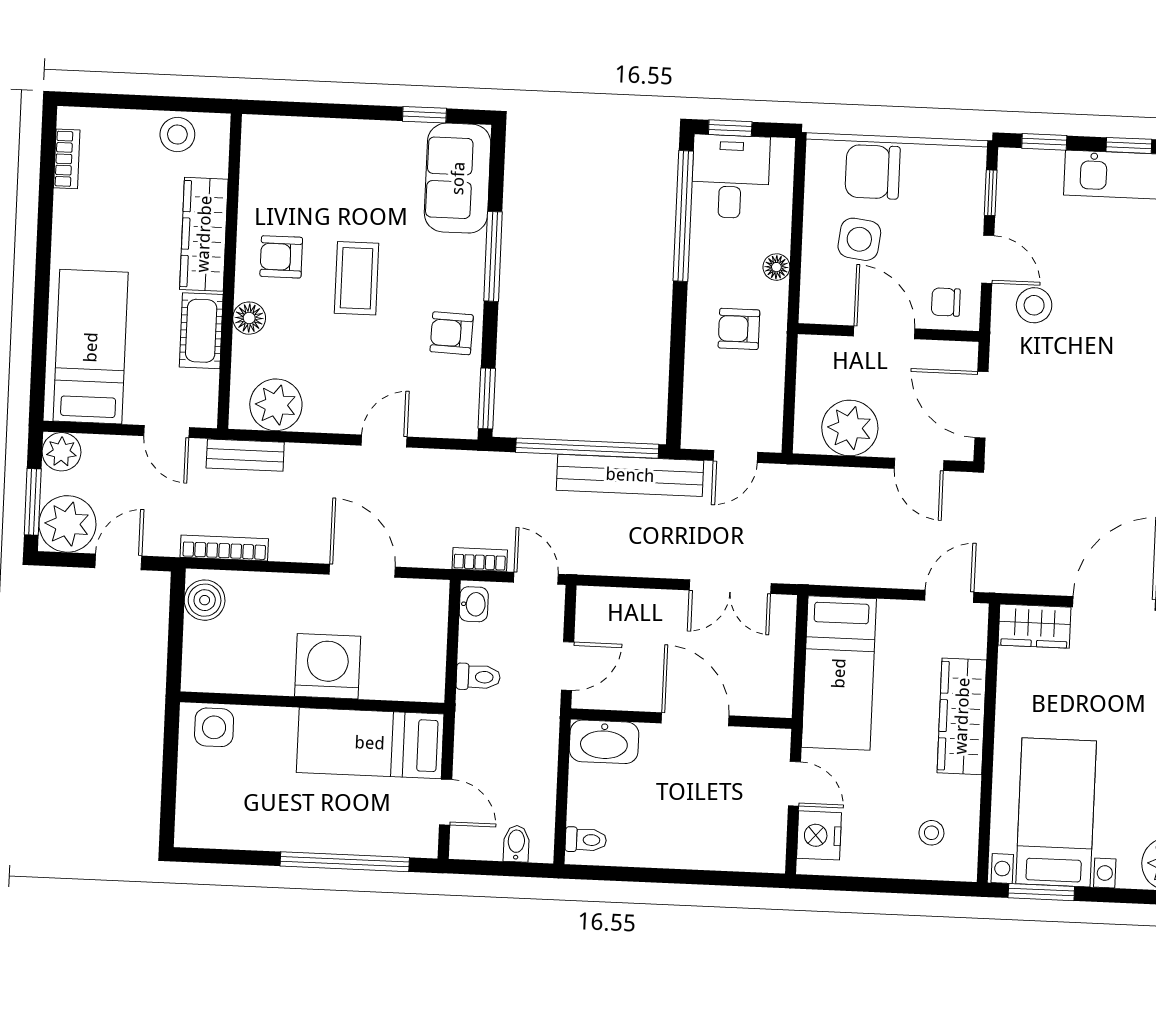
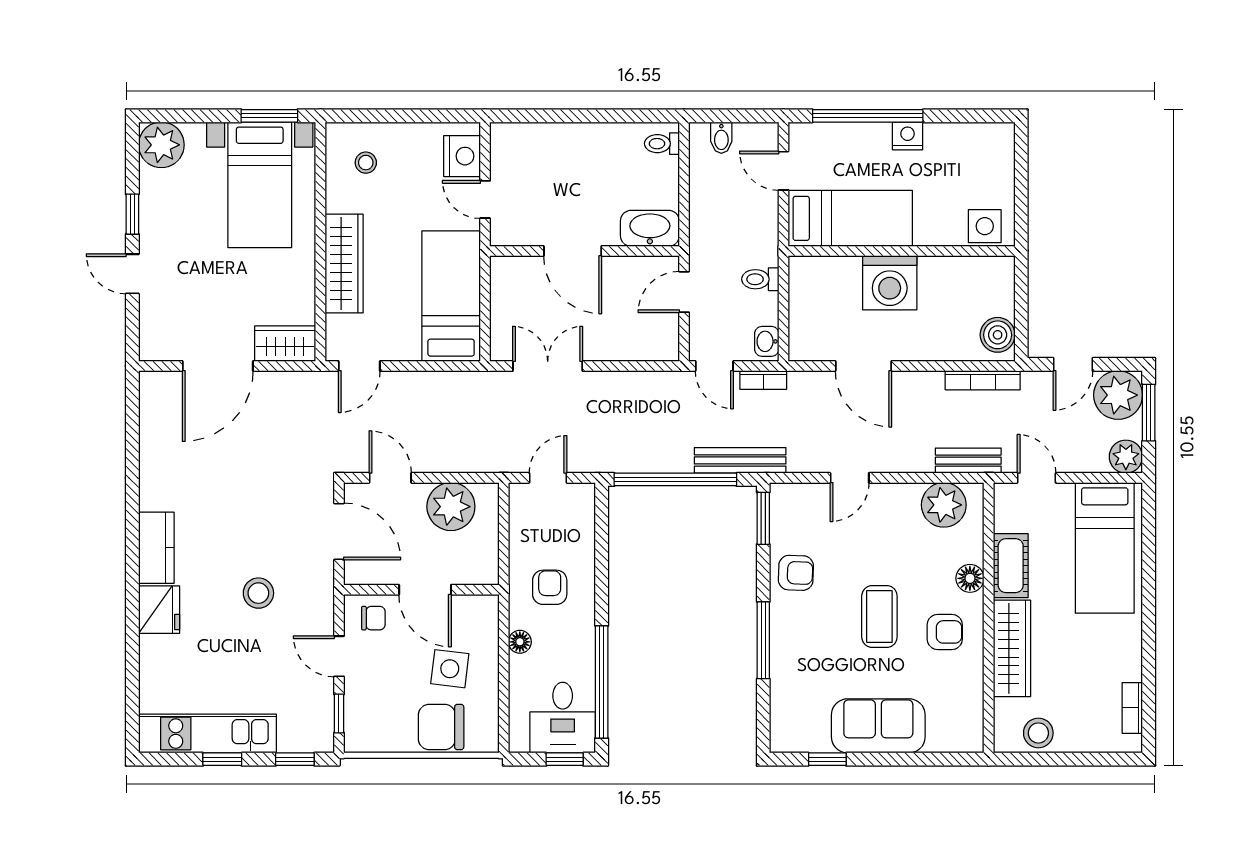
chair: (873, 172) -> (441, 727), turned 180
sofa: (458, 178) -> (878, 726), moved, turned -90
stool: (1034, 305) -> (258, 593), moved
armchair: (739, 329) -> (550, 587), turned -90
bench: (630, 475) -> (740, 460), moved, width x0.73, depth x0.82
nightstand: (299, 836) -> (908, 136), added

